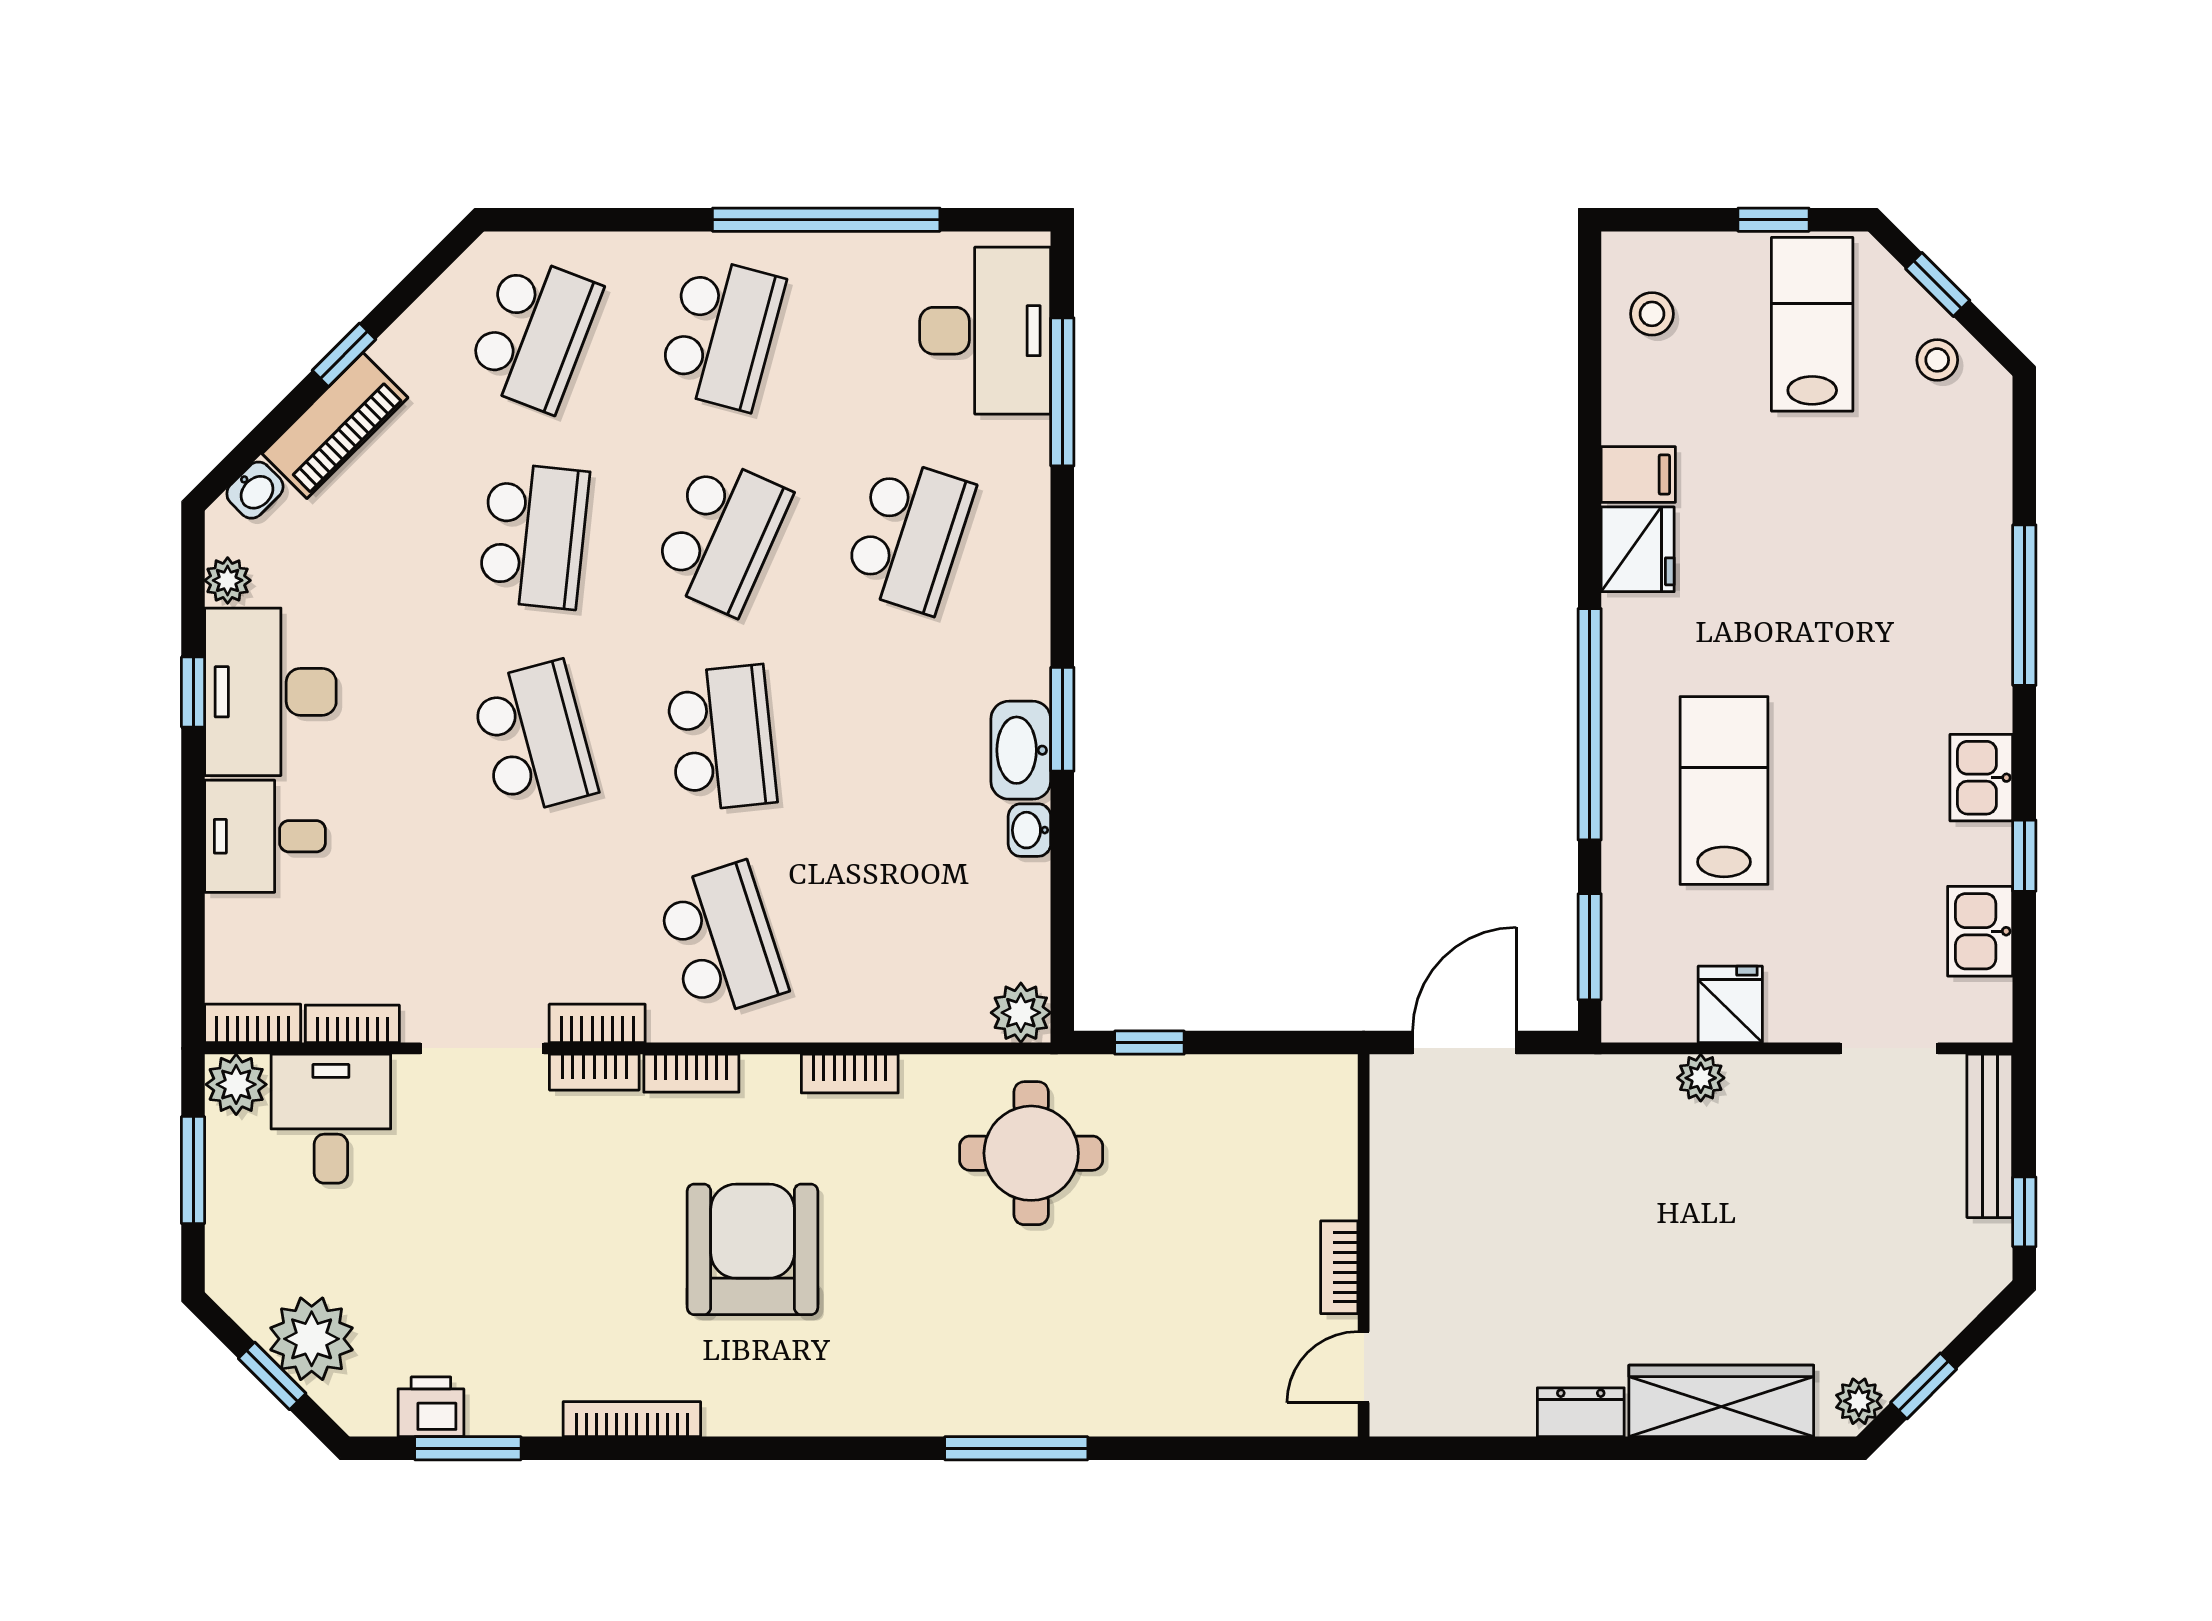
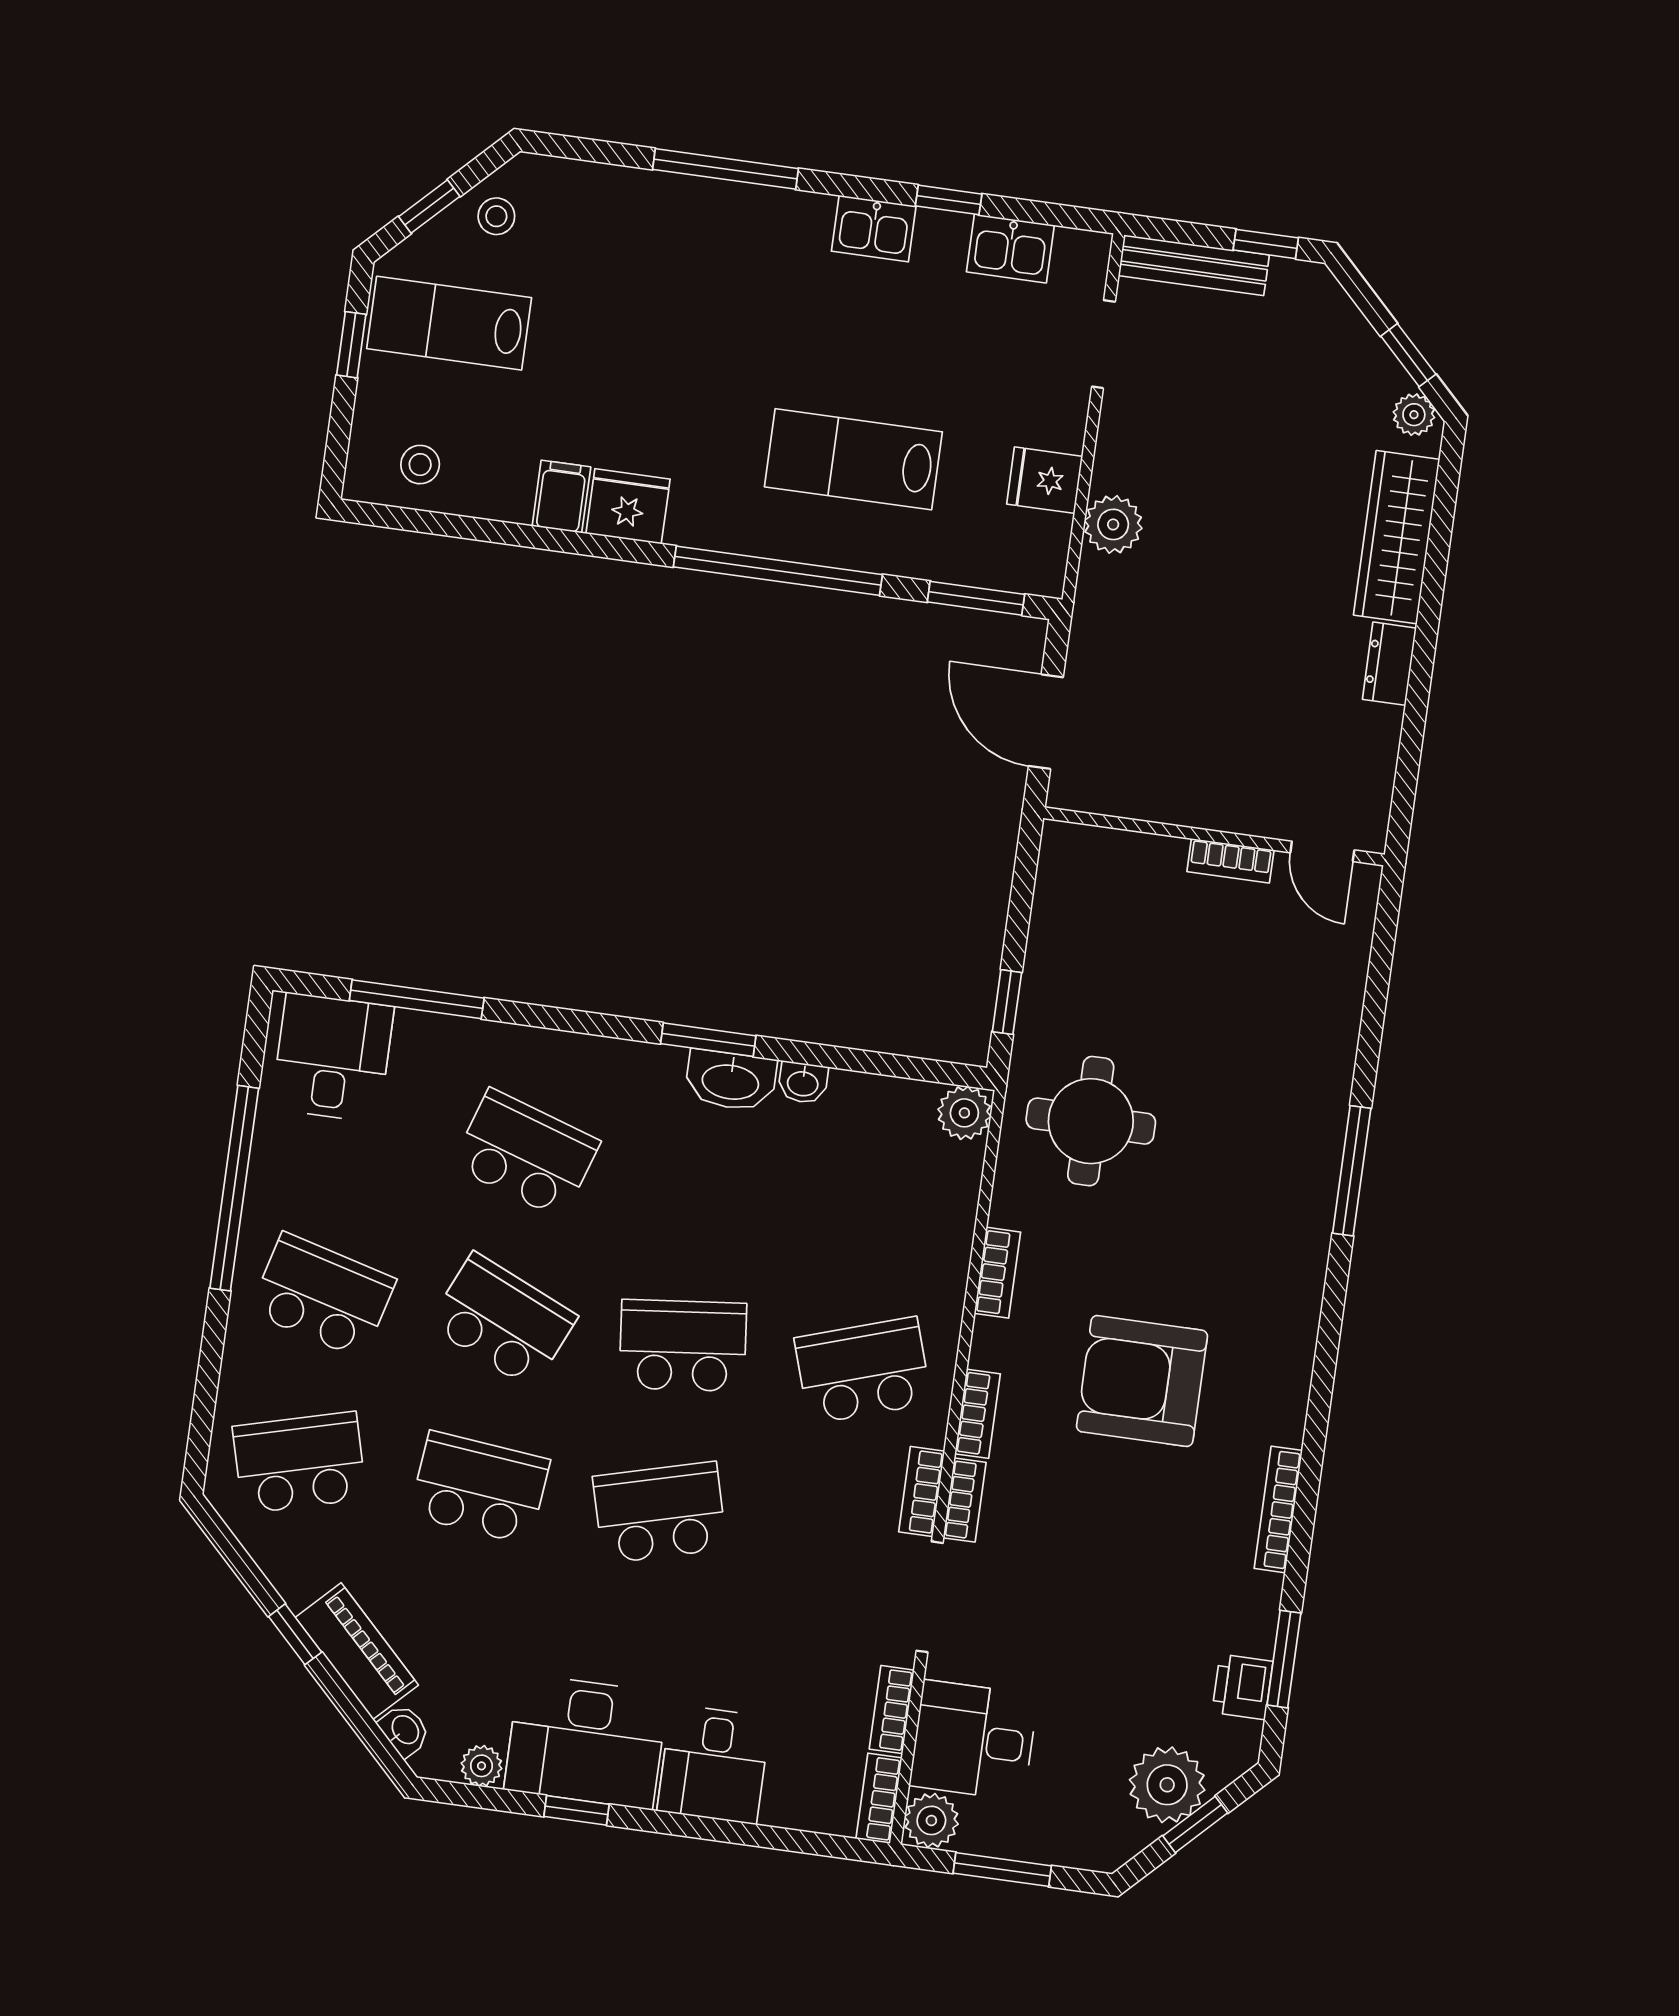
desk: (985, 331) -> (333, 1058), width x0.73
school desk: (534, 334) -> (299, 1463), turned -36
plant: (1701, 1078) -> (1113, 524), width x1.38, depth x1.38

